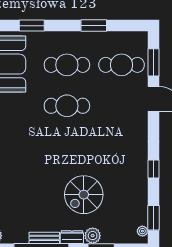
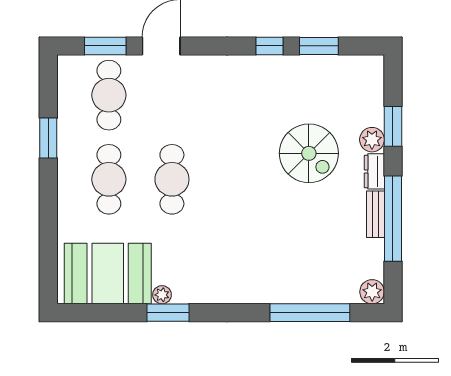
window: (32, 26) -> (48, 233), removed
window: (153, 218) -> (319, 46), moved
plant: (142, 231) -> (365, 63), removed

